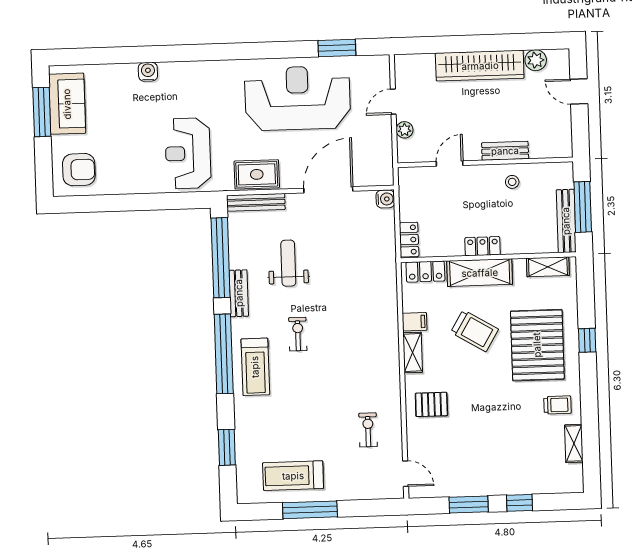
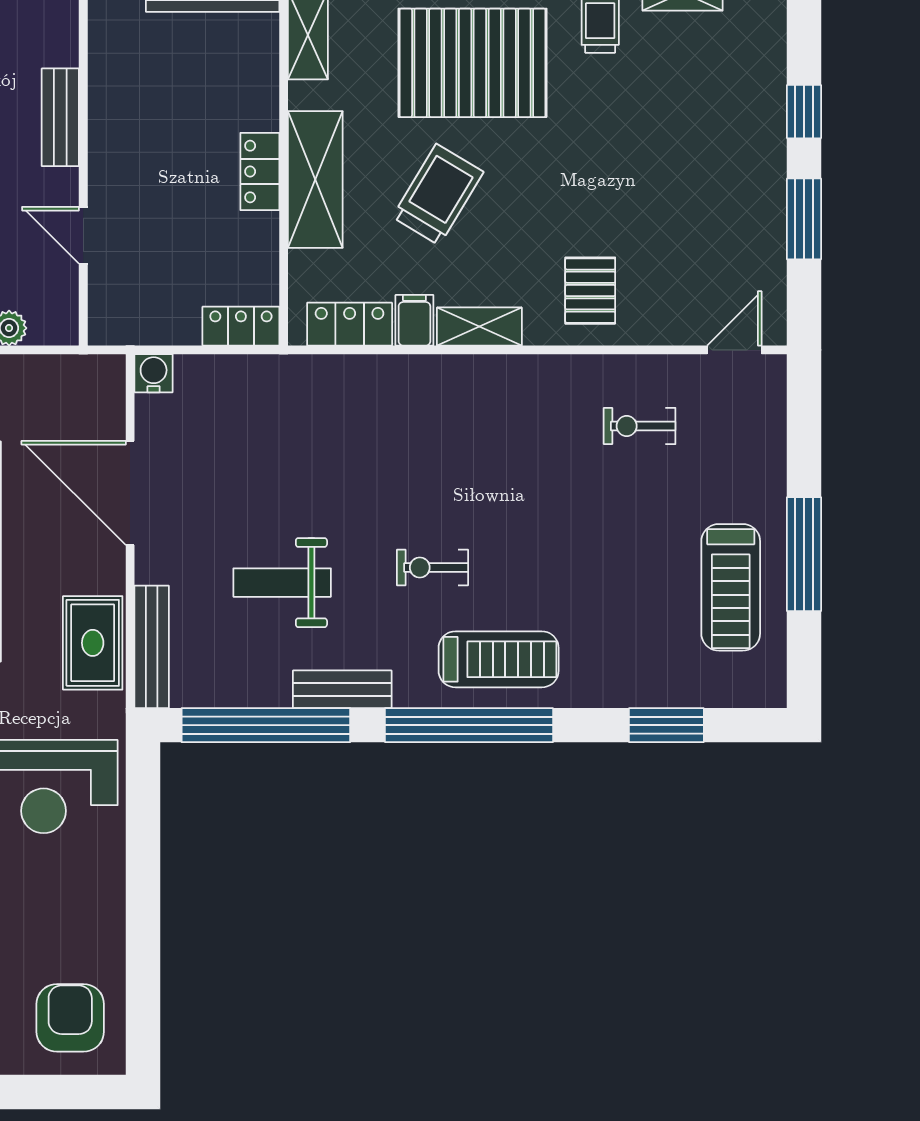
stool: (512, 182) -> (126, 105), removed
locker: (425, 272) -> (350, 324), moved, turned -90

